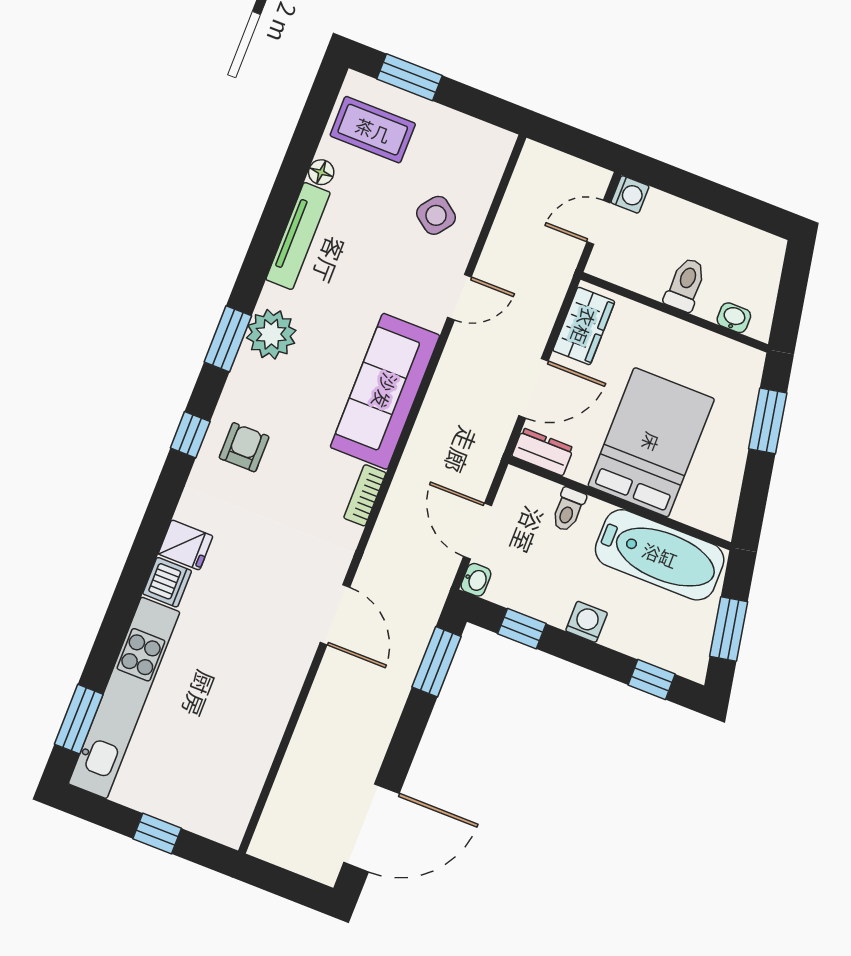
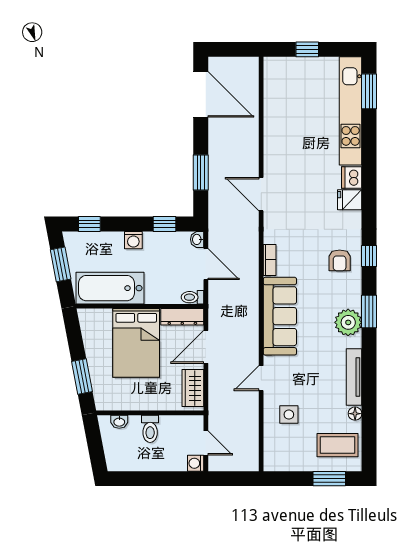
side table: (436, 215) -> (289, 415), turned -37
door: (599, 222) -> (206, 443), hinge flipped
dresser: (543, 452) -> (182, 317), width x1.44
toilet: (568, 510) -> (193, 297), moved, turned -90
window: (437, 662) -> (201, 173), moved
door: (371, 828) -> (201, 94), swing flipped

